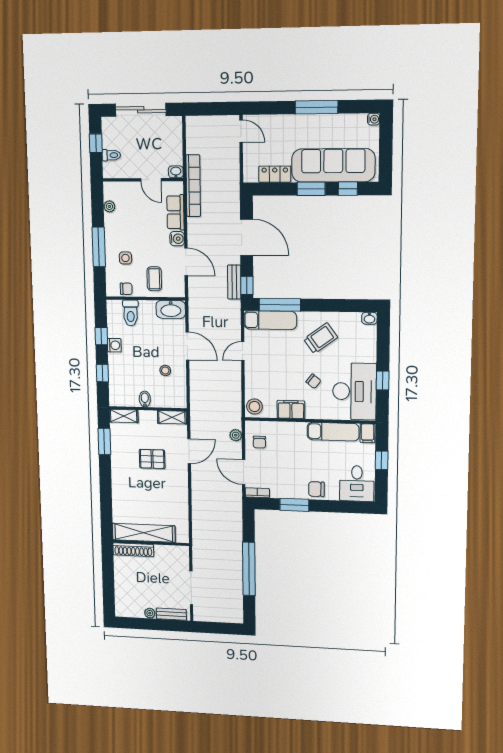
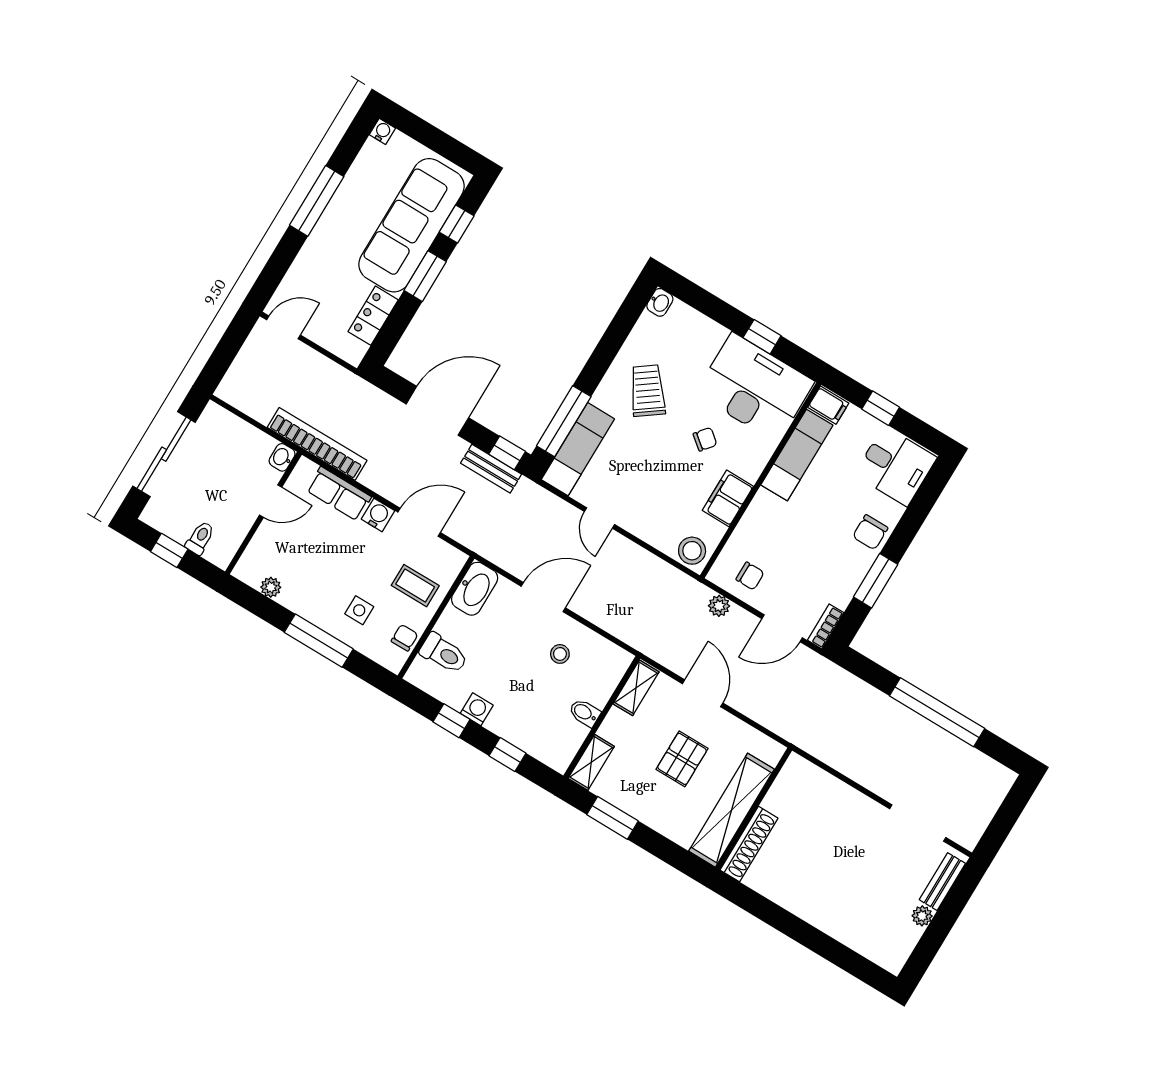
shelving: (144, 533) -> (731, 810), moved
wall: (151, 543) -> (754, 809), moved
shoe rack: (133, 550) -> (749, 844), moved

